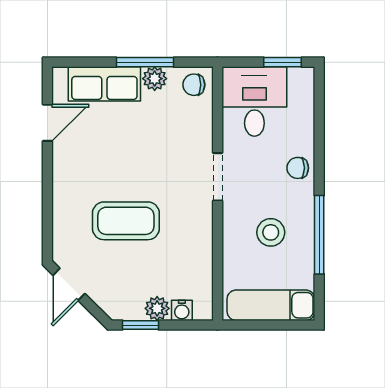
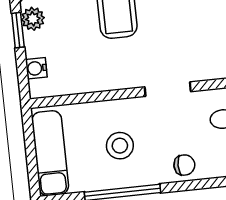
chair: (298, 168) -> (184, 165), turned 90
plant: (157, 308) -> (33, 19), moved

